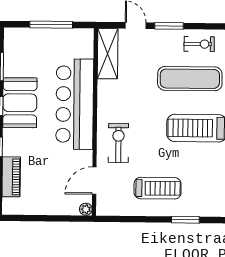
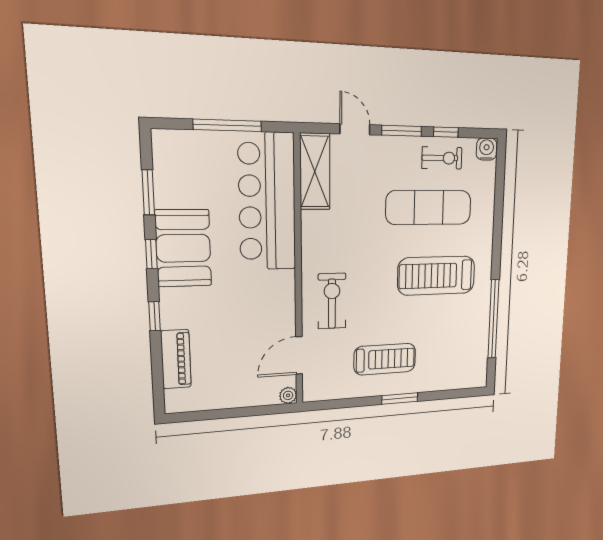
window: (202, 26) -> (446, 132), added
bar counter: (75, 104) -> (267, 202), moved
window: (185, 220) -> (400, 398), moved

